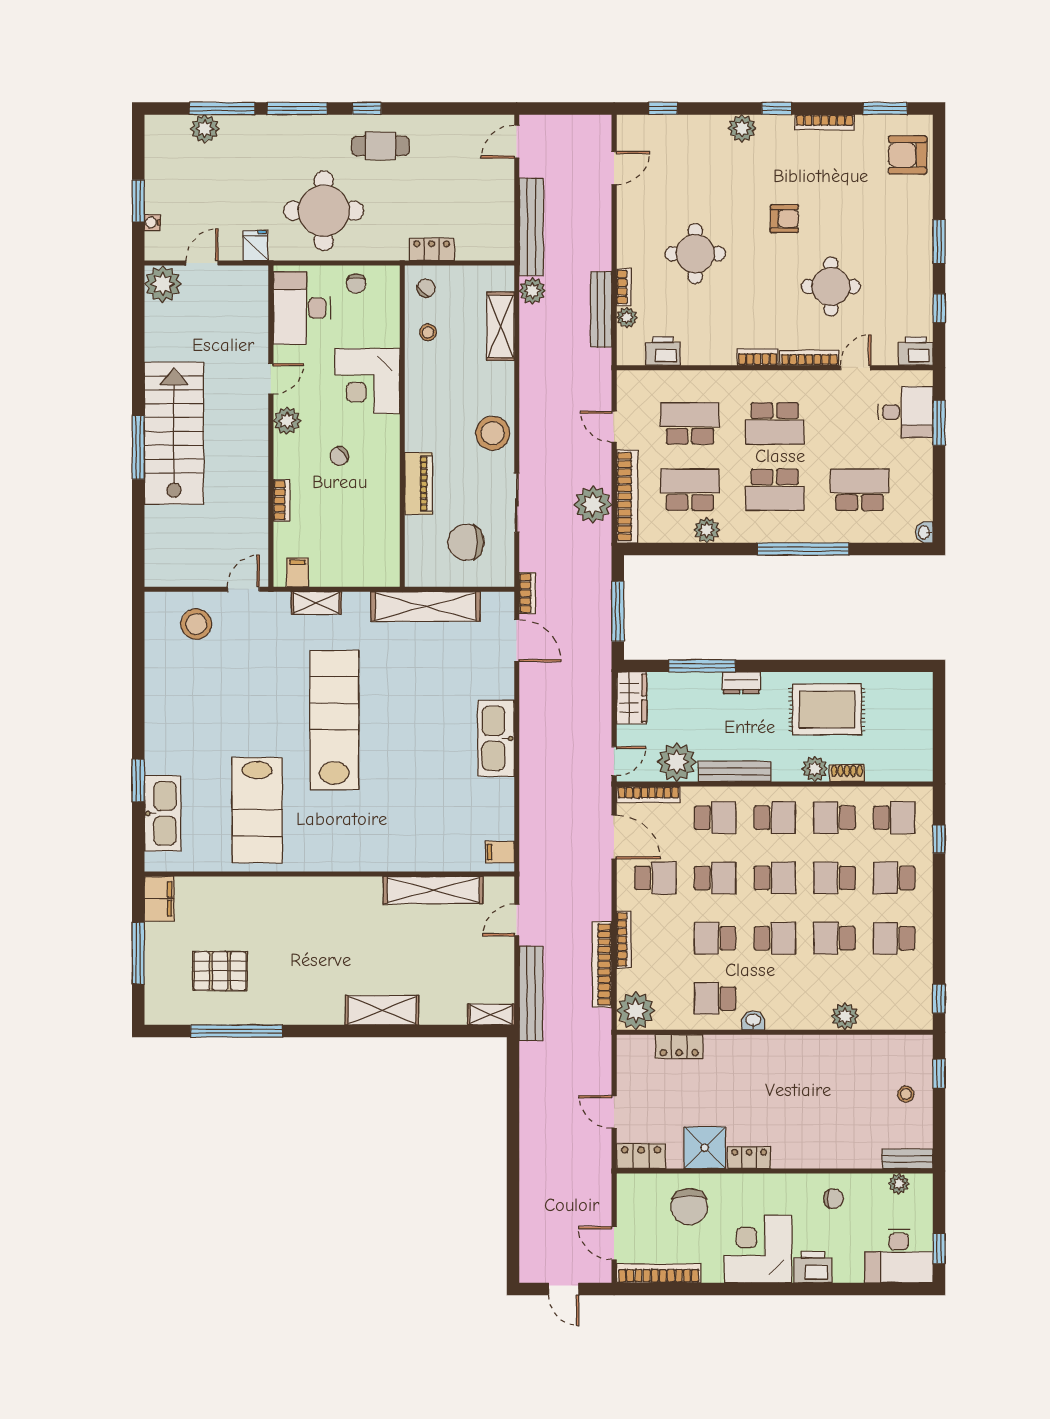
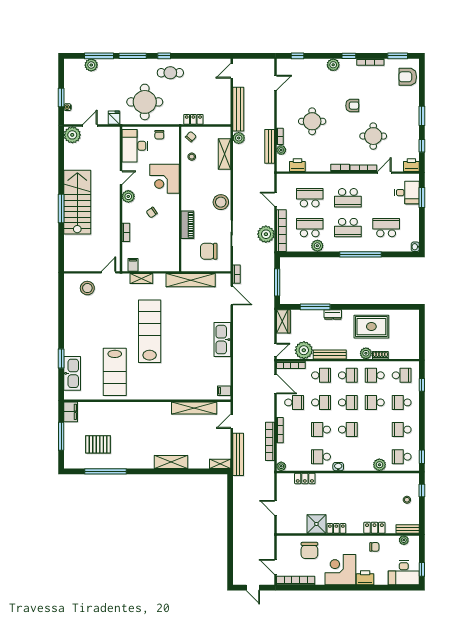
school desk: (834, 938) -> (402, 457), moved
plant: (636, 1011) -> (281, 466), width x0.53, depth x0.53
locker: (641, 1156) -> (374, 528), moved

